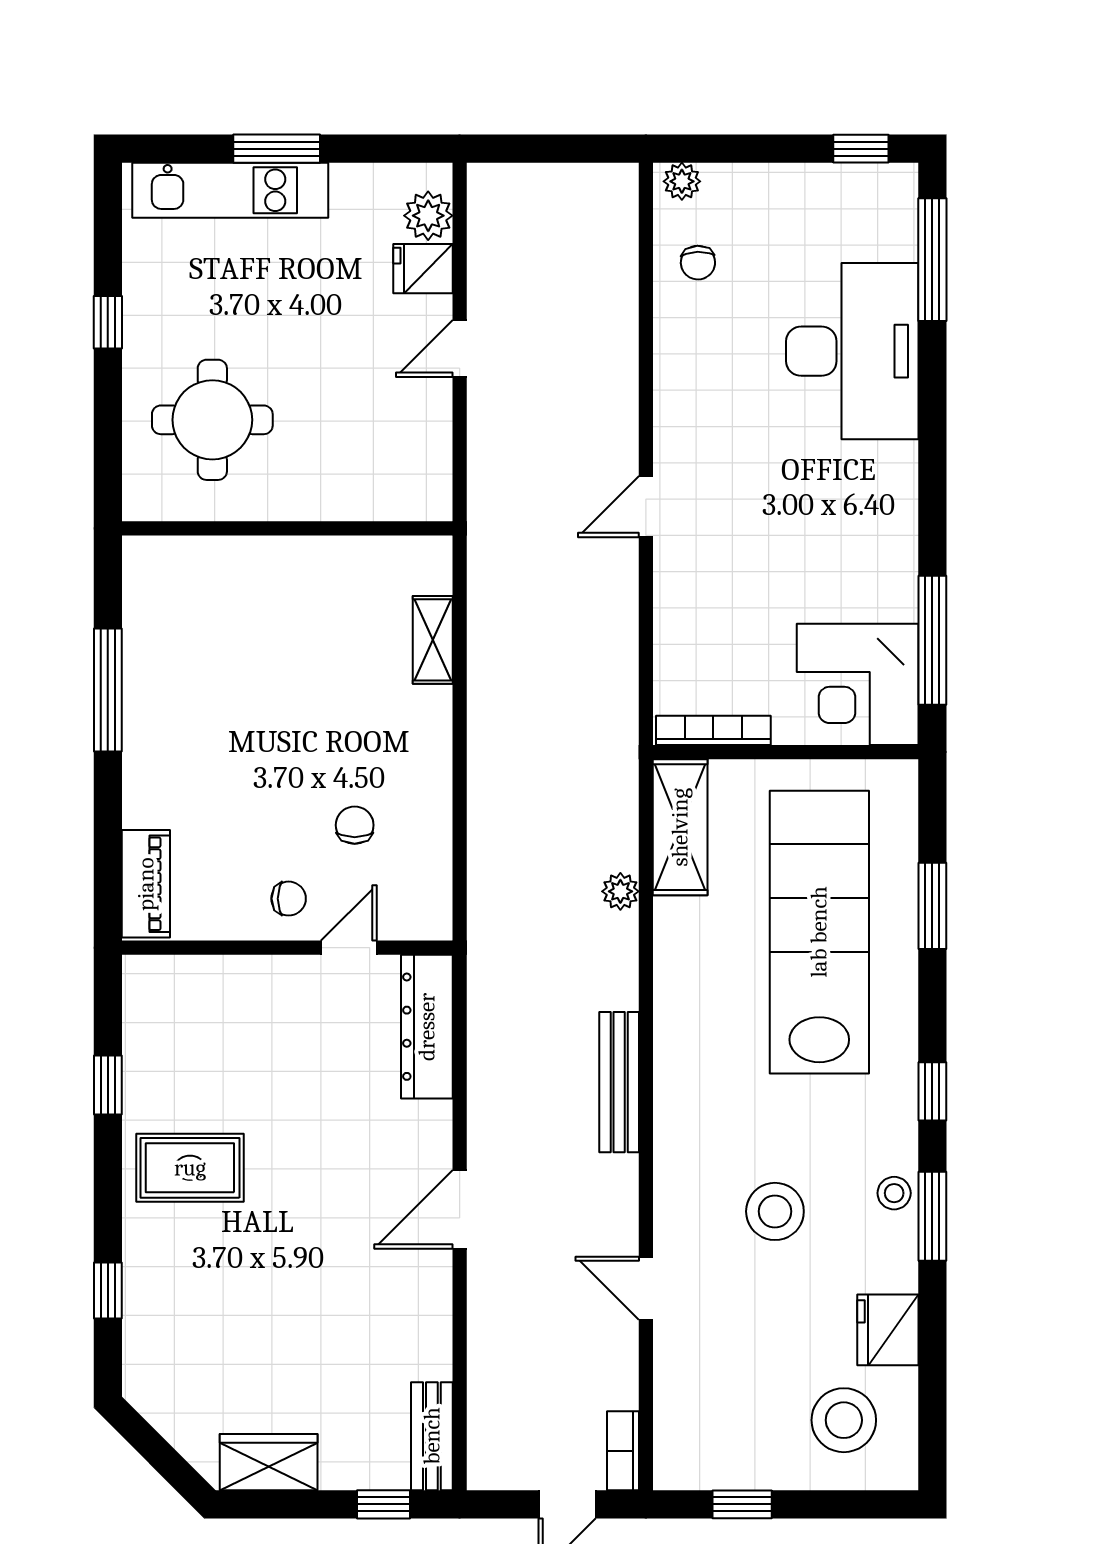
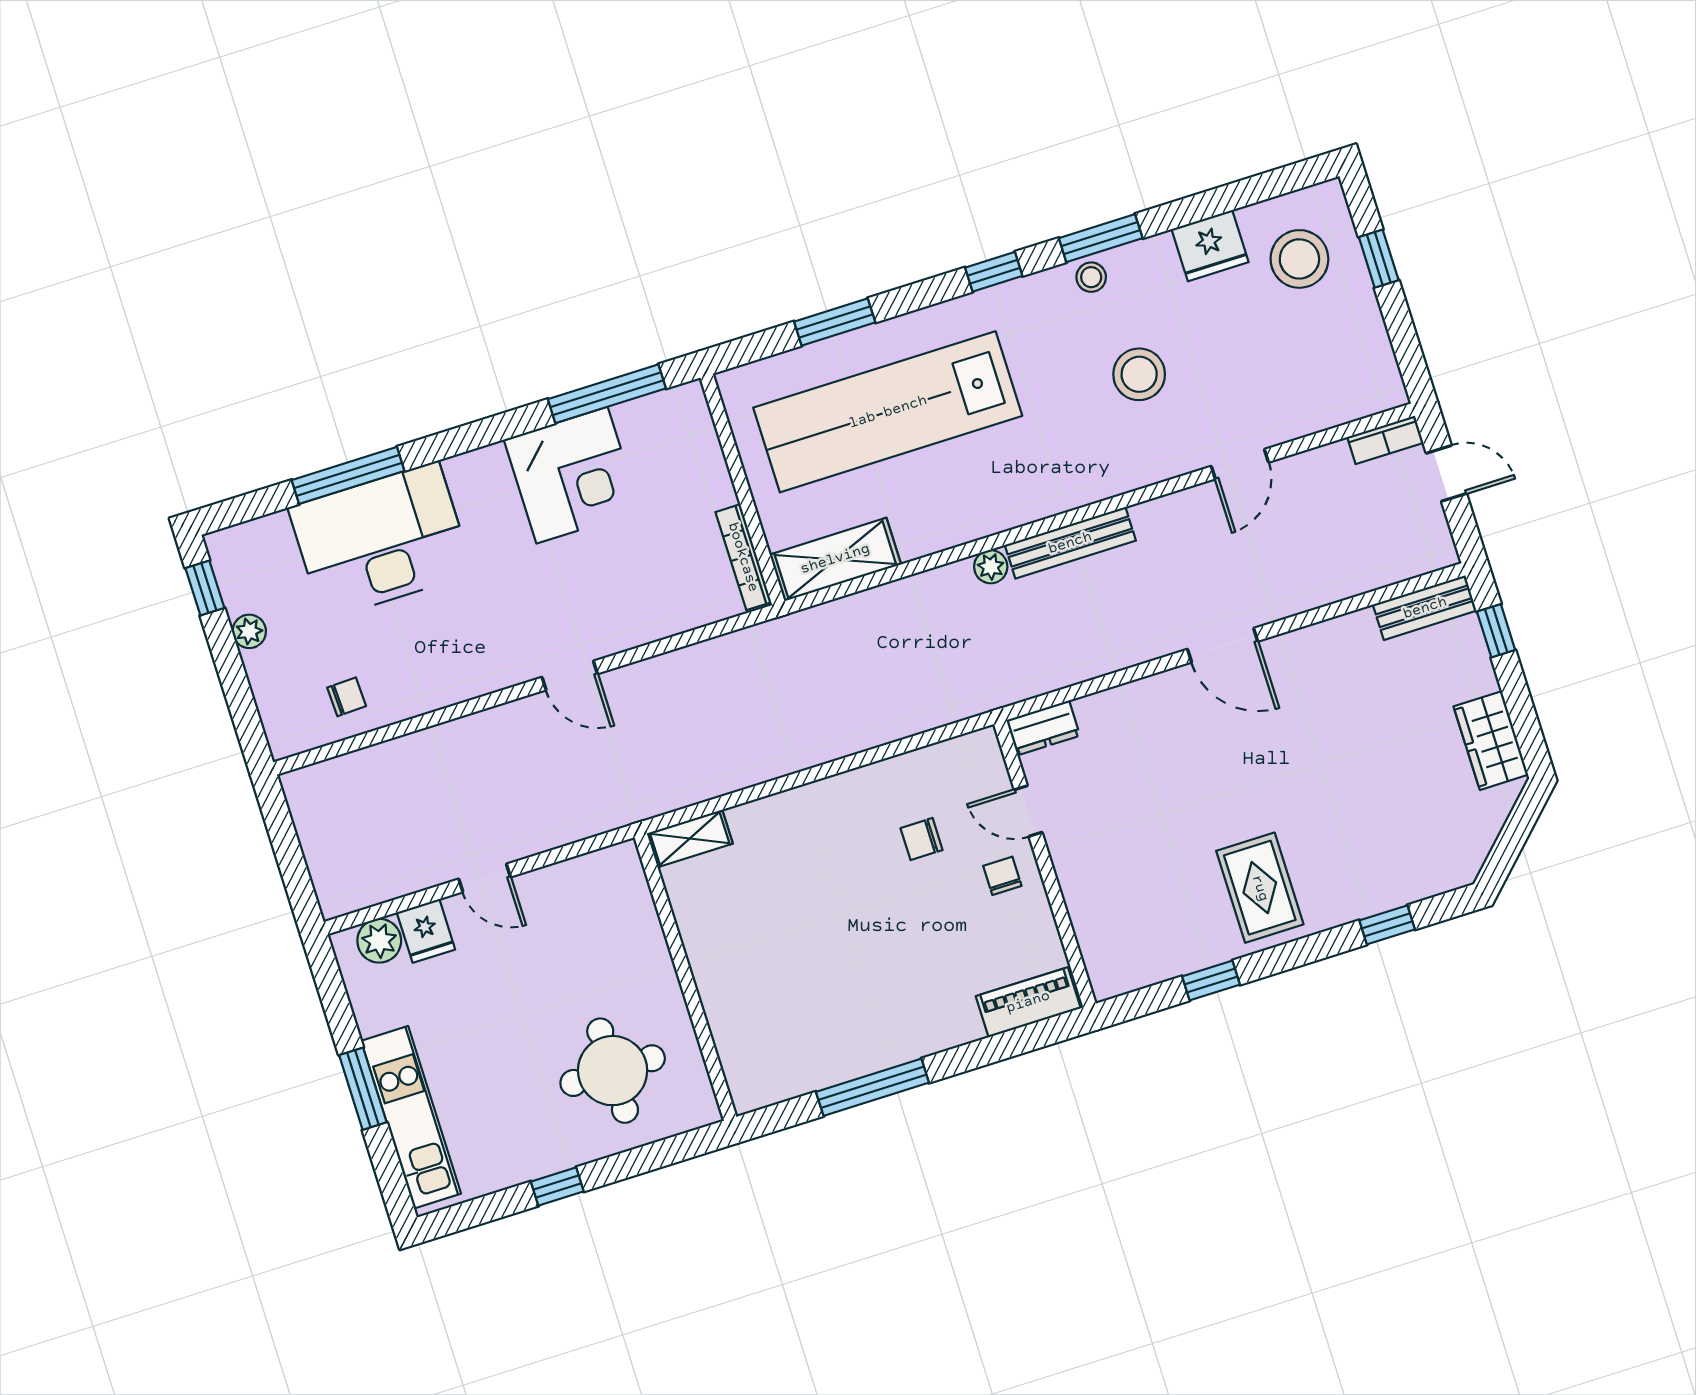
plant: (682, 181) -> (249, 631), moved
window: (932, 260) -> (348, 475), moved
shelving: (433, 640) -> (690, 839), moved
corner desk: (858, 684) -> (572, 475), moved
plant: (620, 891) -> (991, 567), moved
dresser: (427, 1027) -> (1043, 728), width x0.51, depth x0.80
window: (742, 1504) -> (1379, 259), moved

